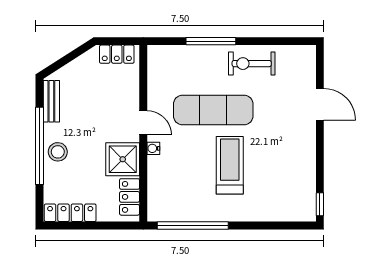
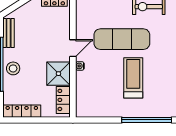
door: (143, 123) -> (73, 48), hinge flipped
window: (193, 226) -> (147, 120), moved

